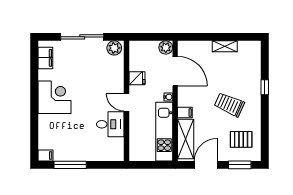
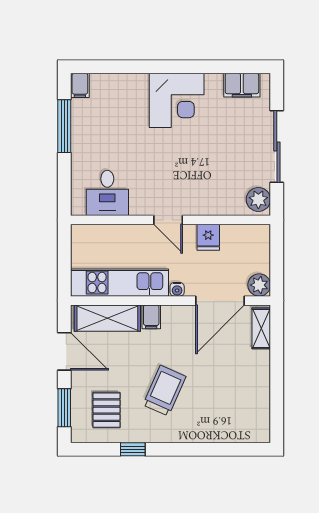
shelving: (225, 46) -> (261, 328), moved
window: (265, 87) -> (133, 449), moved
door: (126, 102) -> (168, 220), swing flipped
desk: (110, 124) -> (107, 193), moved

